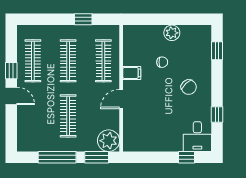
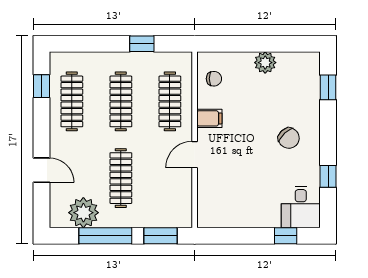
chair: (162, 62) -> (214, 79), moved
window: (11, 71) -> (42, 86), moved
door: (11, 96) -> (42, 170), moved
plant: (109, 141) -> (83, 213), moved

